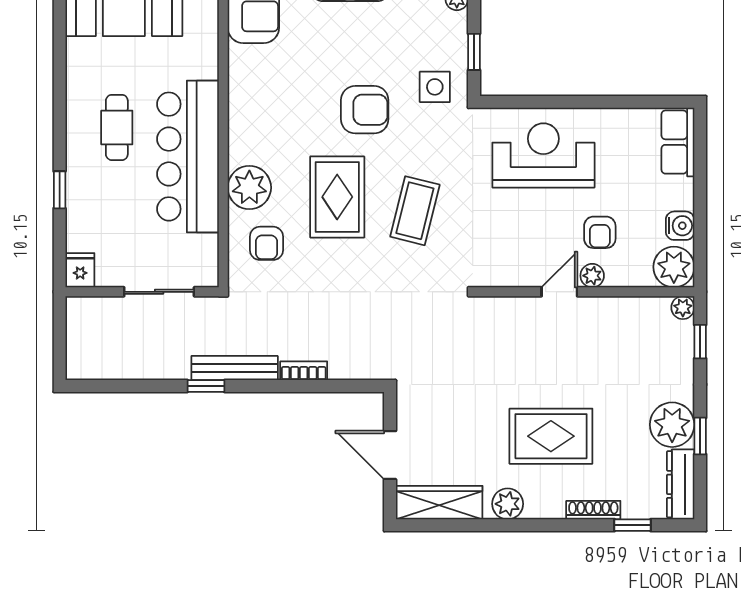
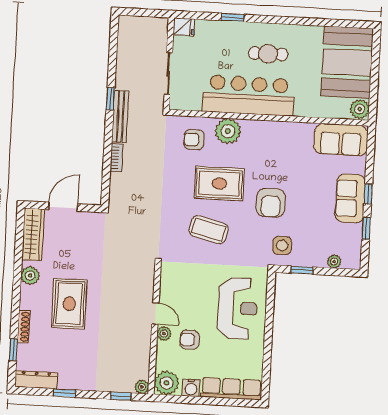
row of seats: (678, 142) -> (231, 389), width x1.48
plant: (672, 425) -> (72, 377), removed

